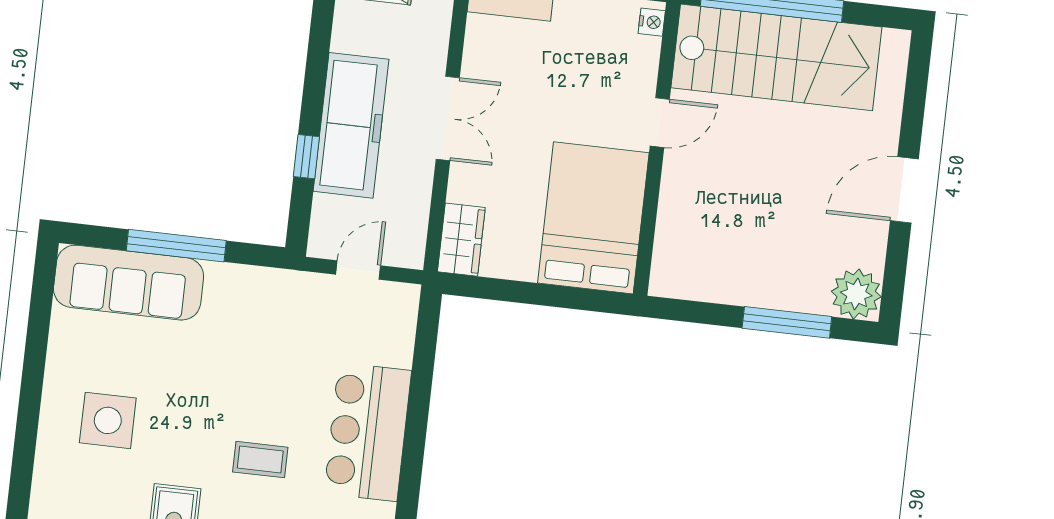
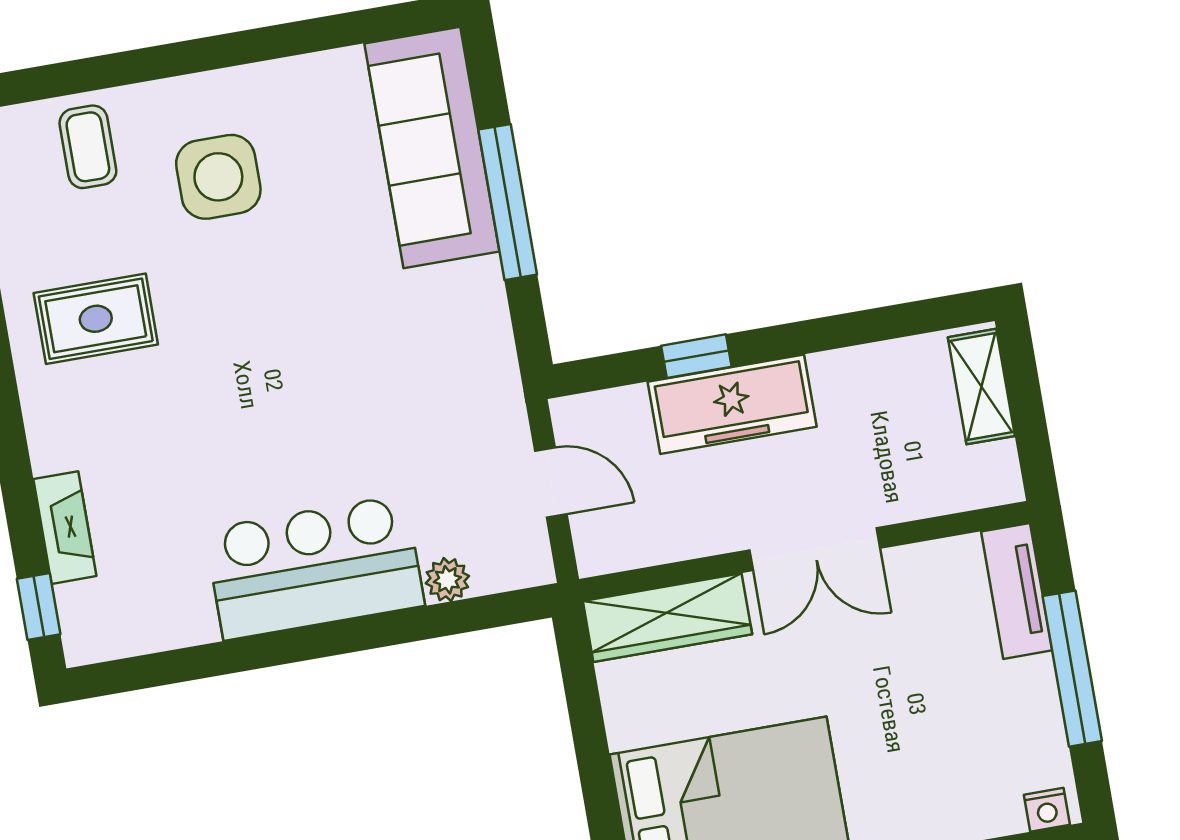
freezer: (351, 125) -> (732, 404), width x0.73, depth x0.79
wardrobe: (461, 240) -> (667, 618), width x1.50
plant: (400, 352) -> (447, 580), added
coffee table: (260, 460) -> (88, 147), moved

